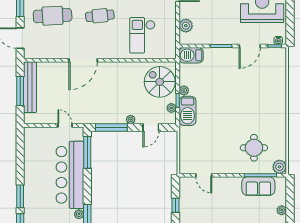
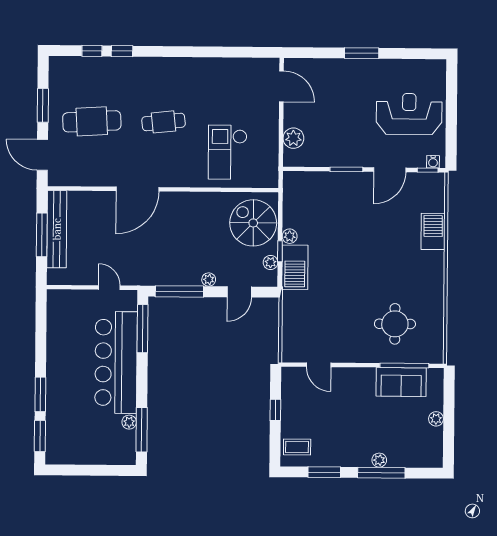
barbecue: (191, 55) -> (433, 231), moved, turned 90
plant: (279, 167) -> (433, 353), removed

